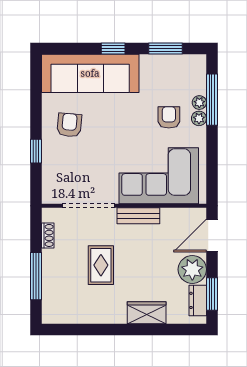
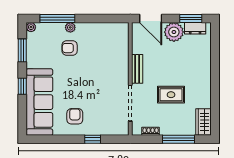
plant: (199, 103) -> (31, 27), moved
armchair: (69, 125) -> (75, 116), turned 85
corner sofa: (159, 176) -> (110, 55), removed
wardrobe: (147, 313) -> (204, 122), moved

